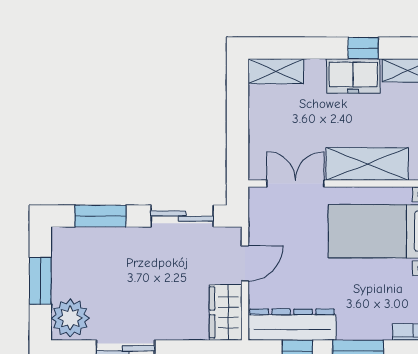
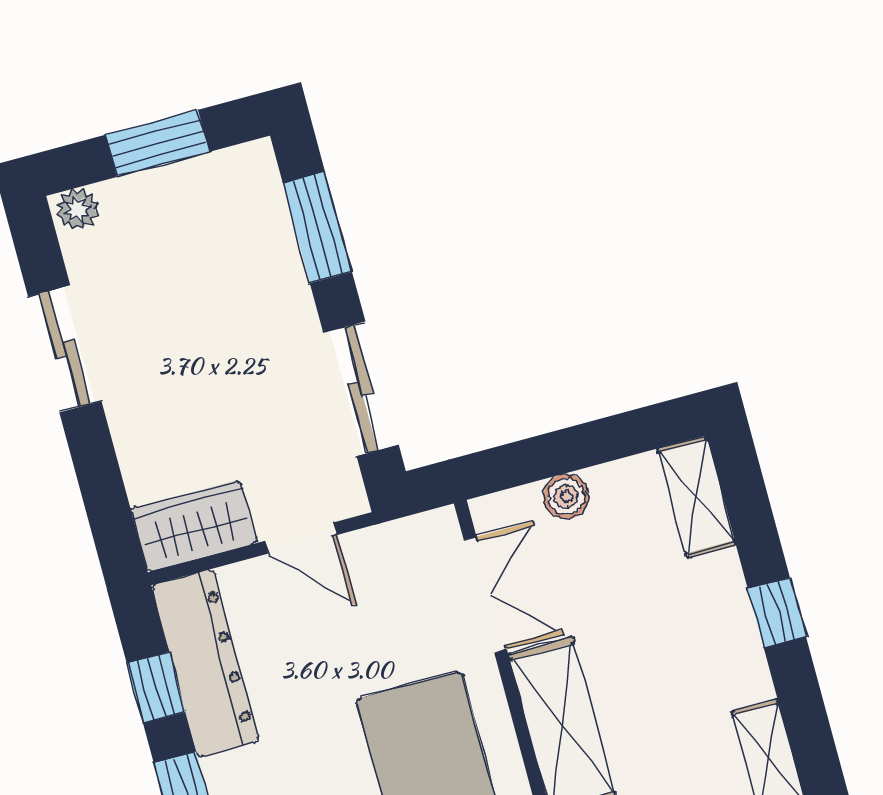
window: (363, 48) -> (777, 613), moved
freezer: (353, 76) -> (728, 652), removed
boiler: (259, 133) -> (566, 497), added
plant: (70, 318) -> (78, 209), width x0.53, depth x0.53

